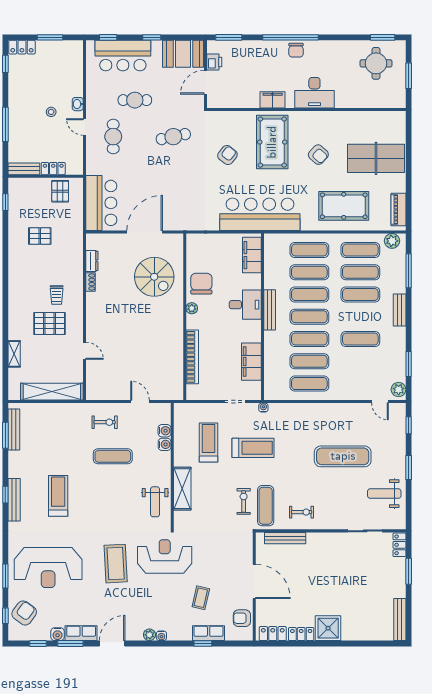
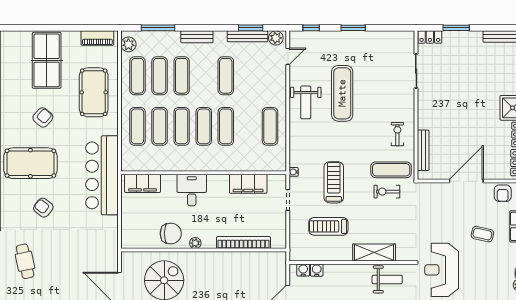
chair: (201, 284) -> (171, 234), turned 180
bench: (270, 310) -> (247, 36), moved
exercise mat: (309, 361) -> (248, 126), removed
water cooler: (165, 444) -> (303, 270), moved
weight bench: (384, 494) -> (306, 102), moved

